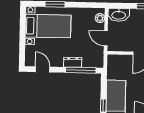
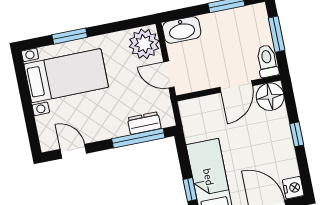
plant: (100, 18) -> (144, 44), width x1.88, depth x1.88
dresser: (73, 62) -> (144, 123), moved

